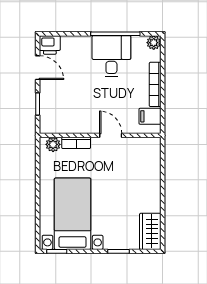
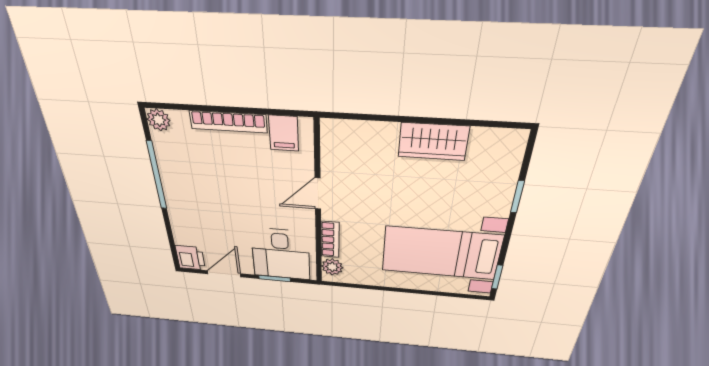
desk: (111, 56) -> (281, 254), moved, turned -90
wardrobe: (150, 231) -> (433, 142), moved

